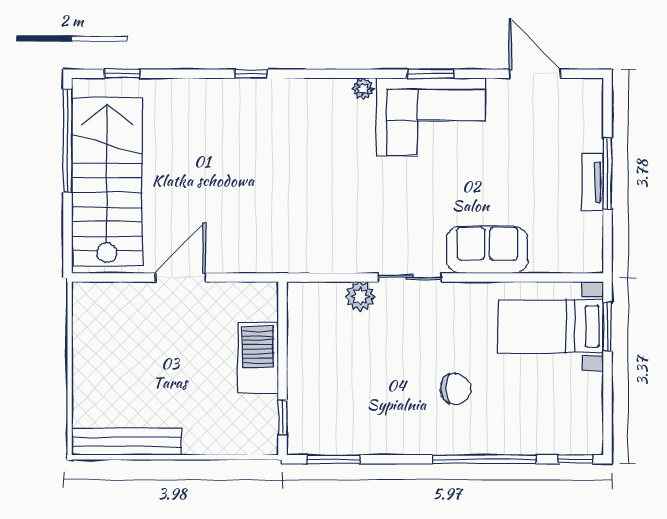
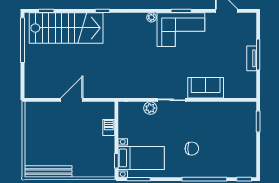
stairs: (107, 182) -> (66, 28), moved, turned 90
bed with nightstands: (551, 326) -> (141, 158), moved, turned 180
barbecue: (258, 357) -> (109, 128), width x0.53, depth x0.65

